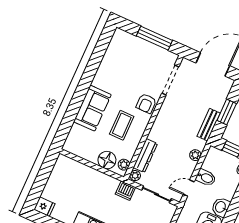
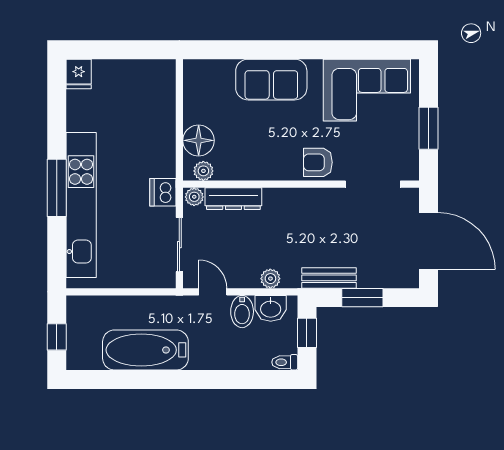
window: (154, 38) -> (429, 128), width x0.69
corner sofa: (120, 61) -> (367, 90), added
coffee table: (122, 125) -> (265, 139), removed
washbasin: (221, 207) -> (271, 308), moved, turned 180

